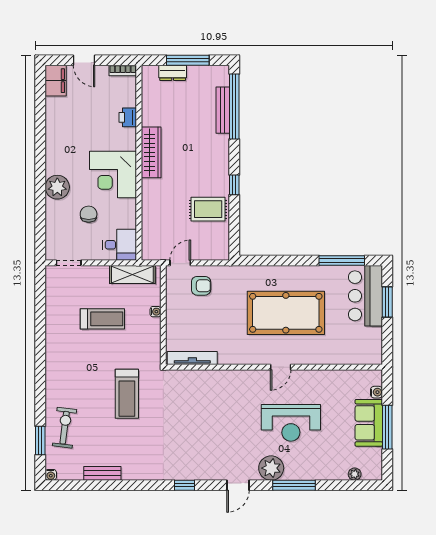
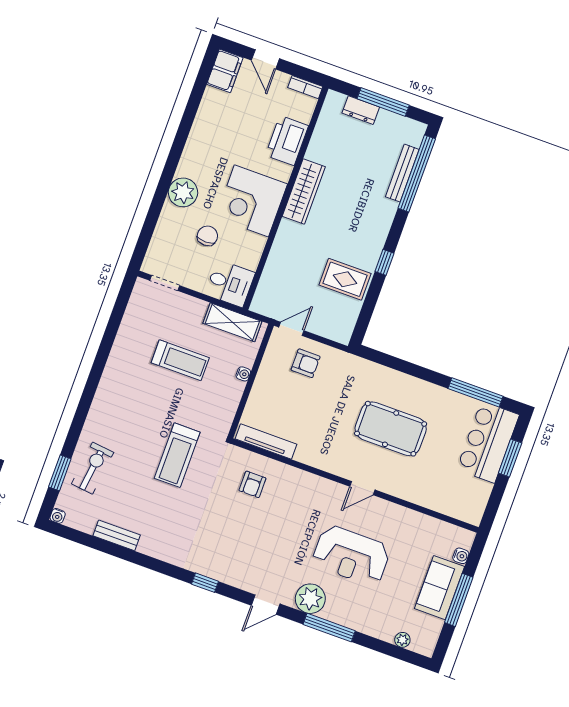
printer: (128, 117) -> (287, 140), width x1.87, depth x1.48
pool table: (286, 313) -> (391, 429), width x0.73, depth x0.76
armchair: (194, 395) -> (252, 484), added

